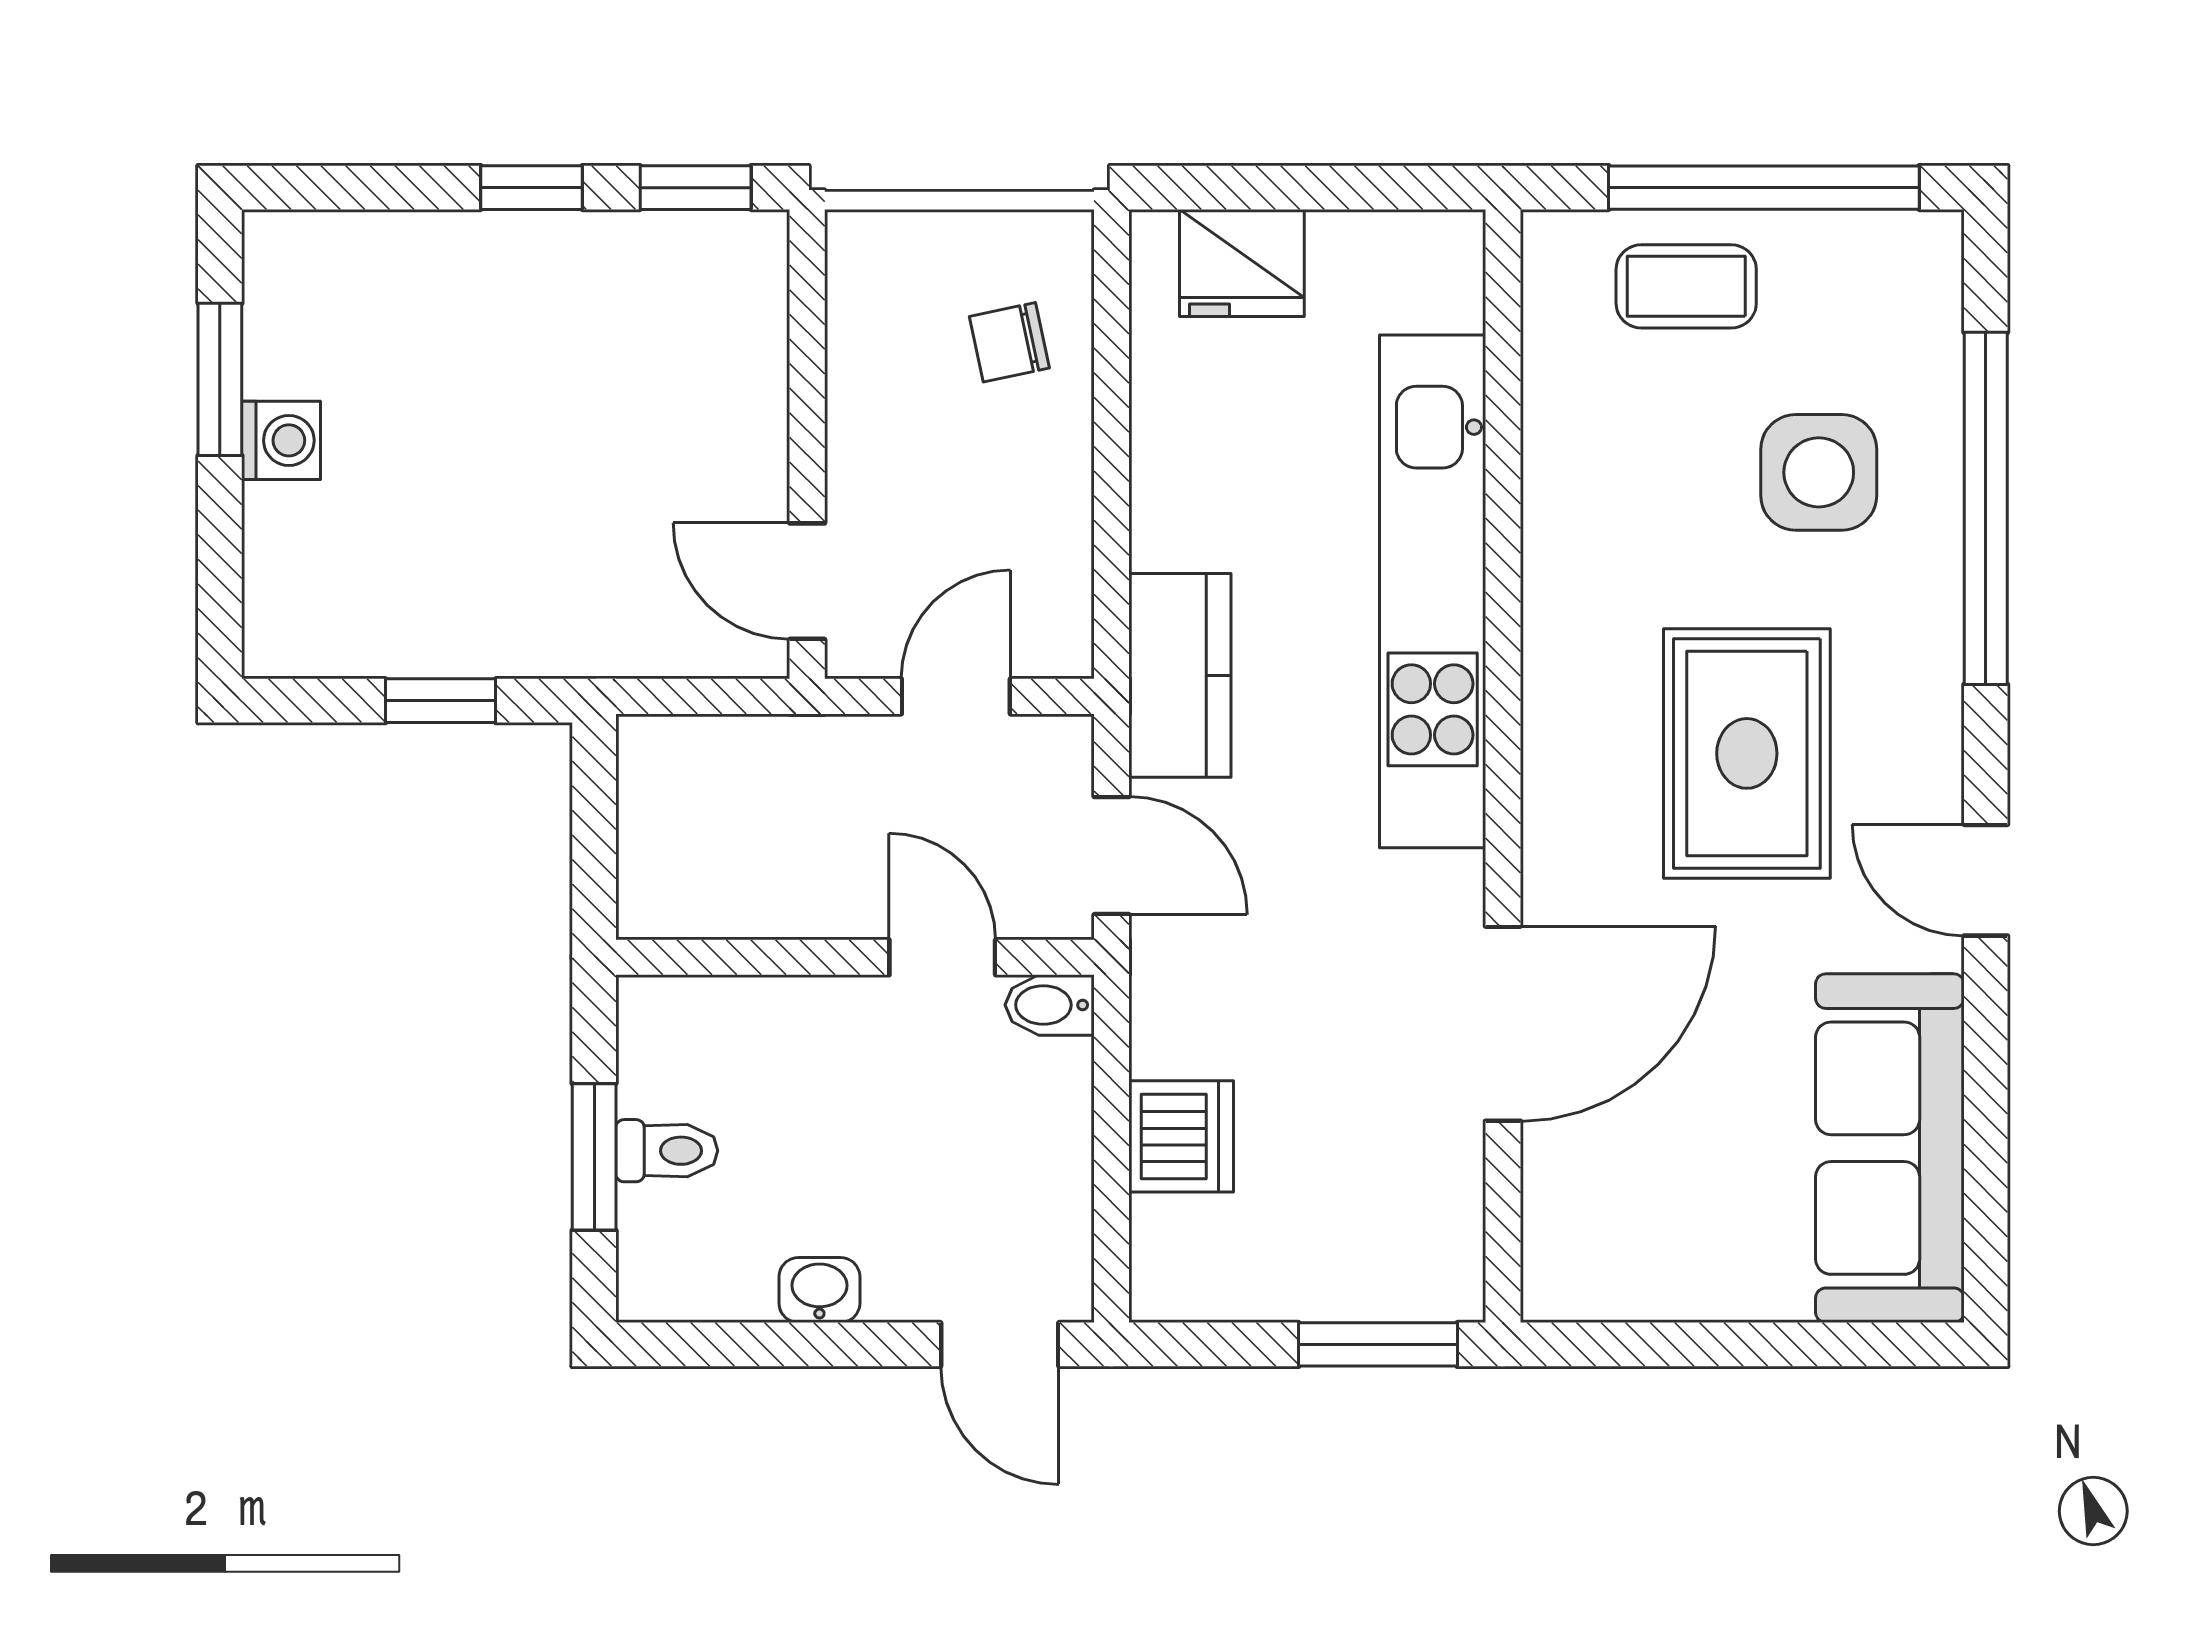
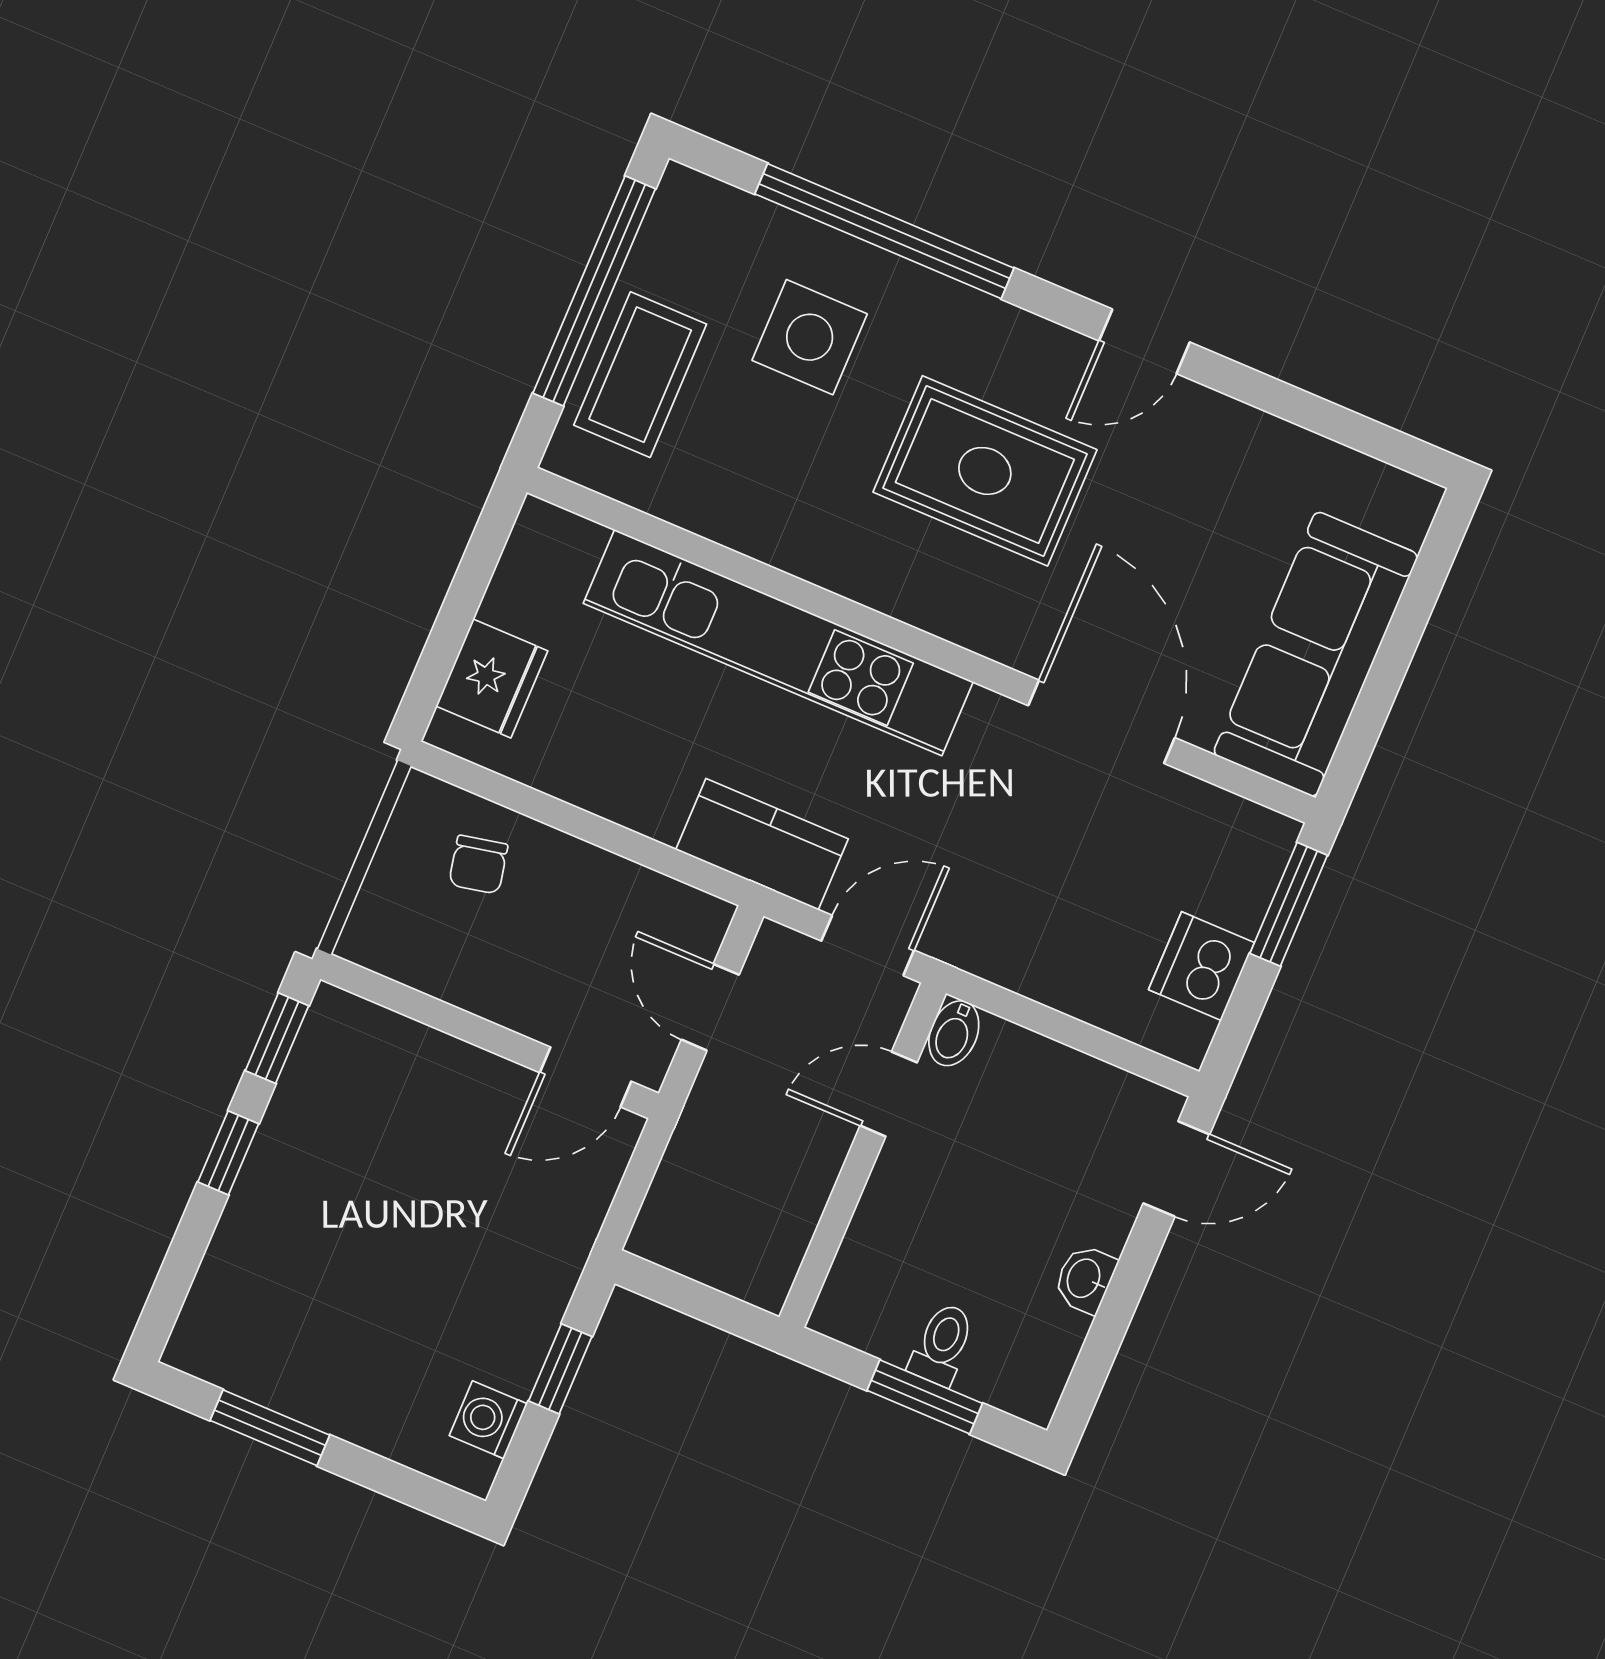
coffee table: (1686, 286) -> (640, 375), width x1.36, depth x1.30
washing machine: (281, 440) -> (488, 1420), moved, turned -90
dishwasher: (1181, 1136) -> (1202, 966), moved, turned -90
sofa: (1890, 1148) -> (1316, 654), moved, turned 90

